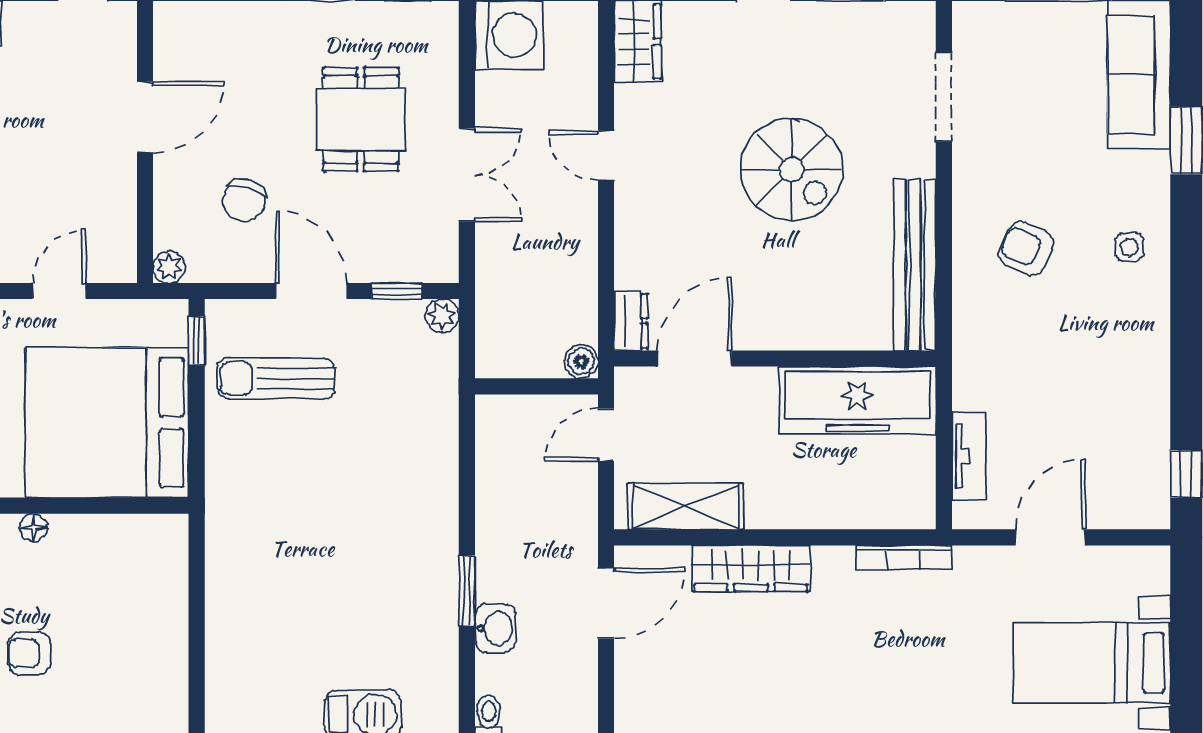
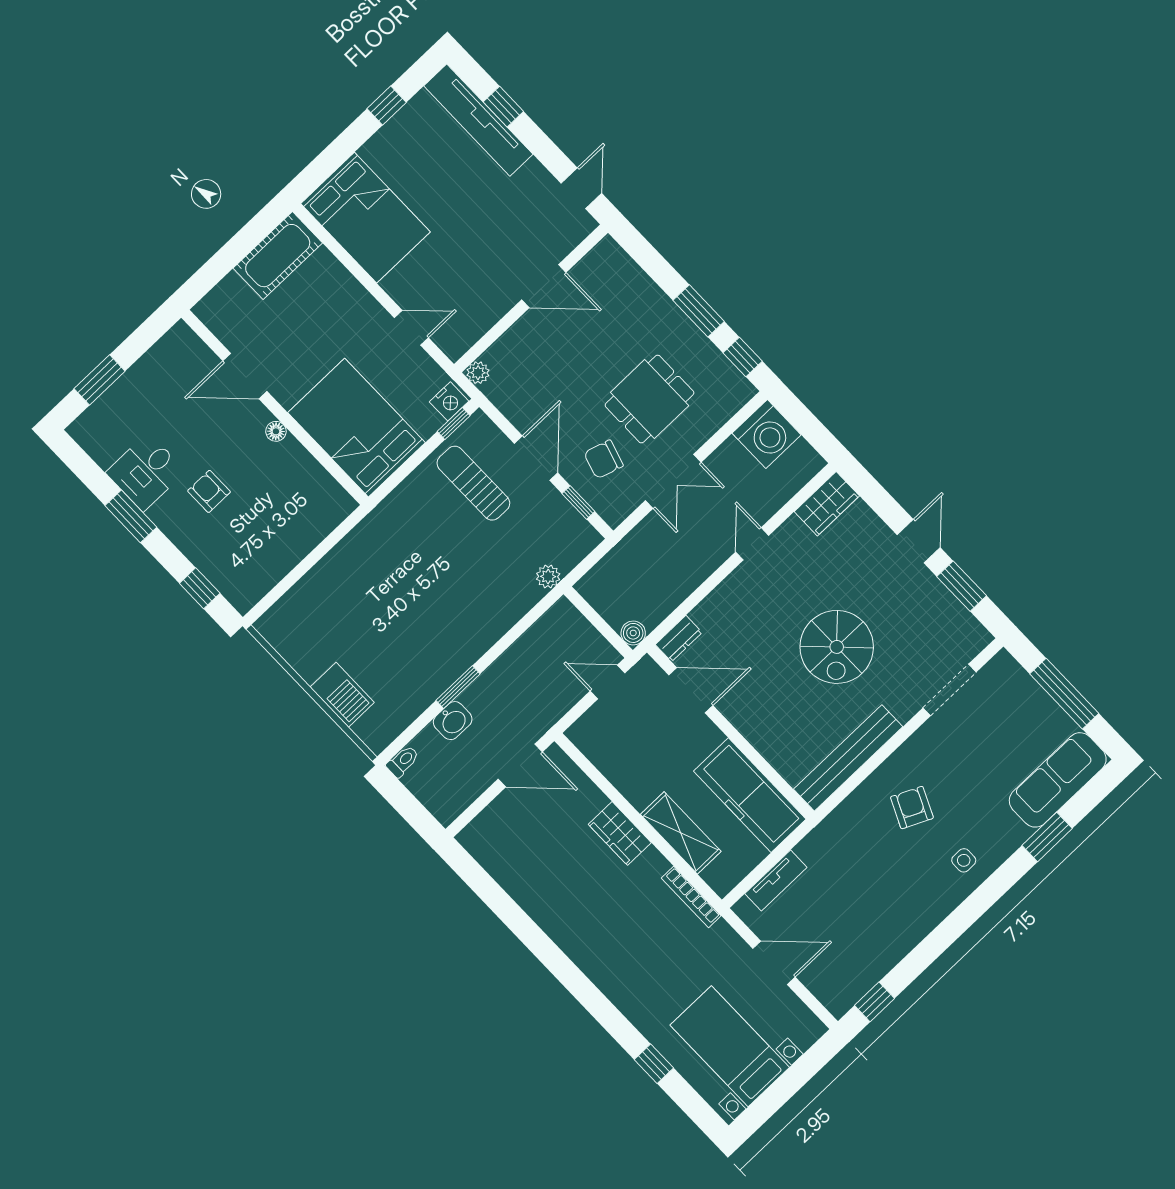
chair: (244, 200) -> (604, 459), moved
plant: (442, 316) -> (548, 576), moved
nightstand: (170, 324) -> (449, 401), added
bed: (107, 423) -> (357, 428), width x0.73
shelving: (686, 506) -> (681, 833), moved
wardrobe: (751, 568) -> (620, 833), width x0.67

